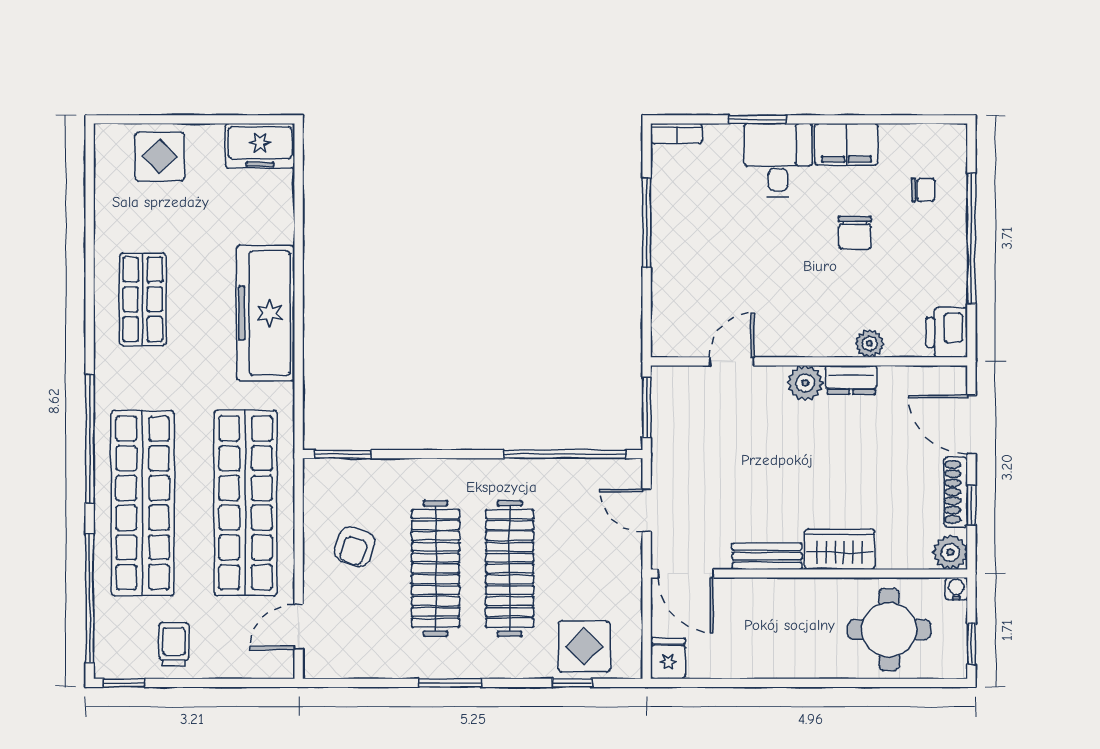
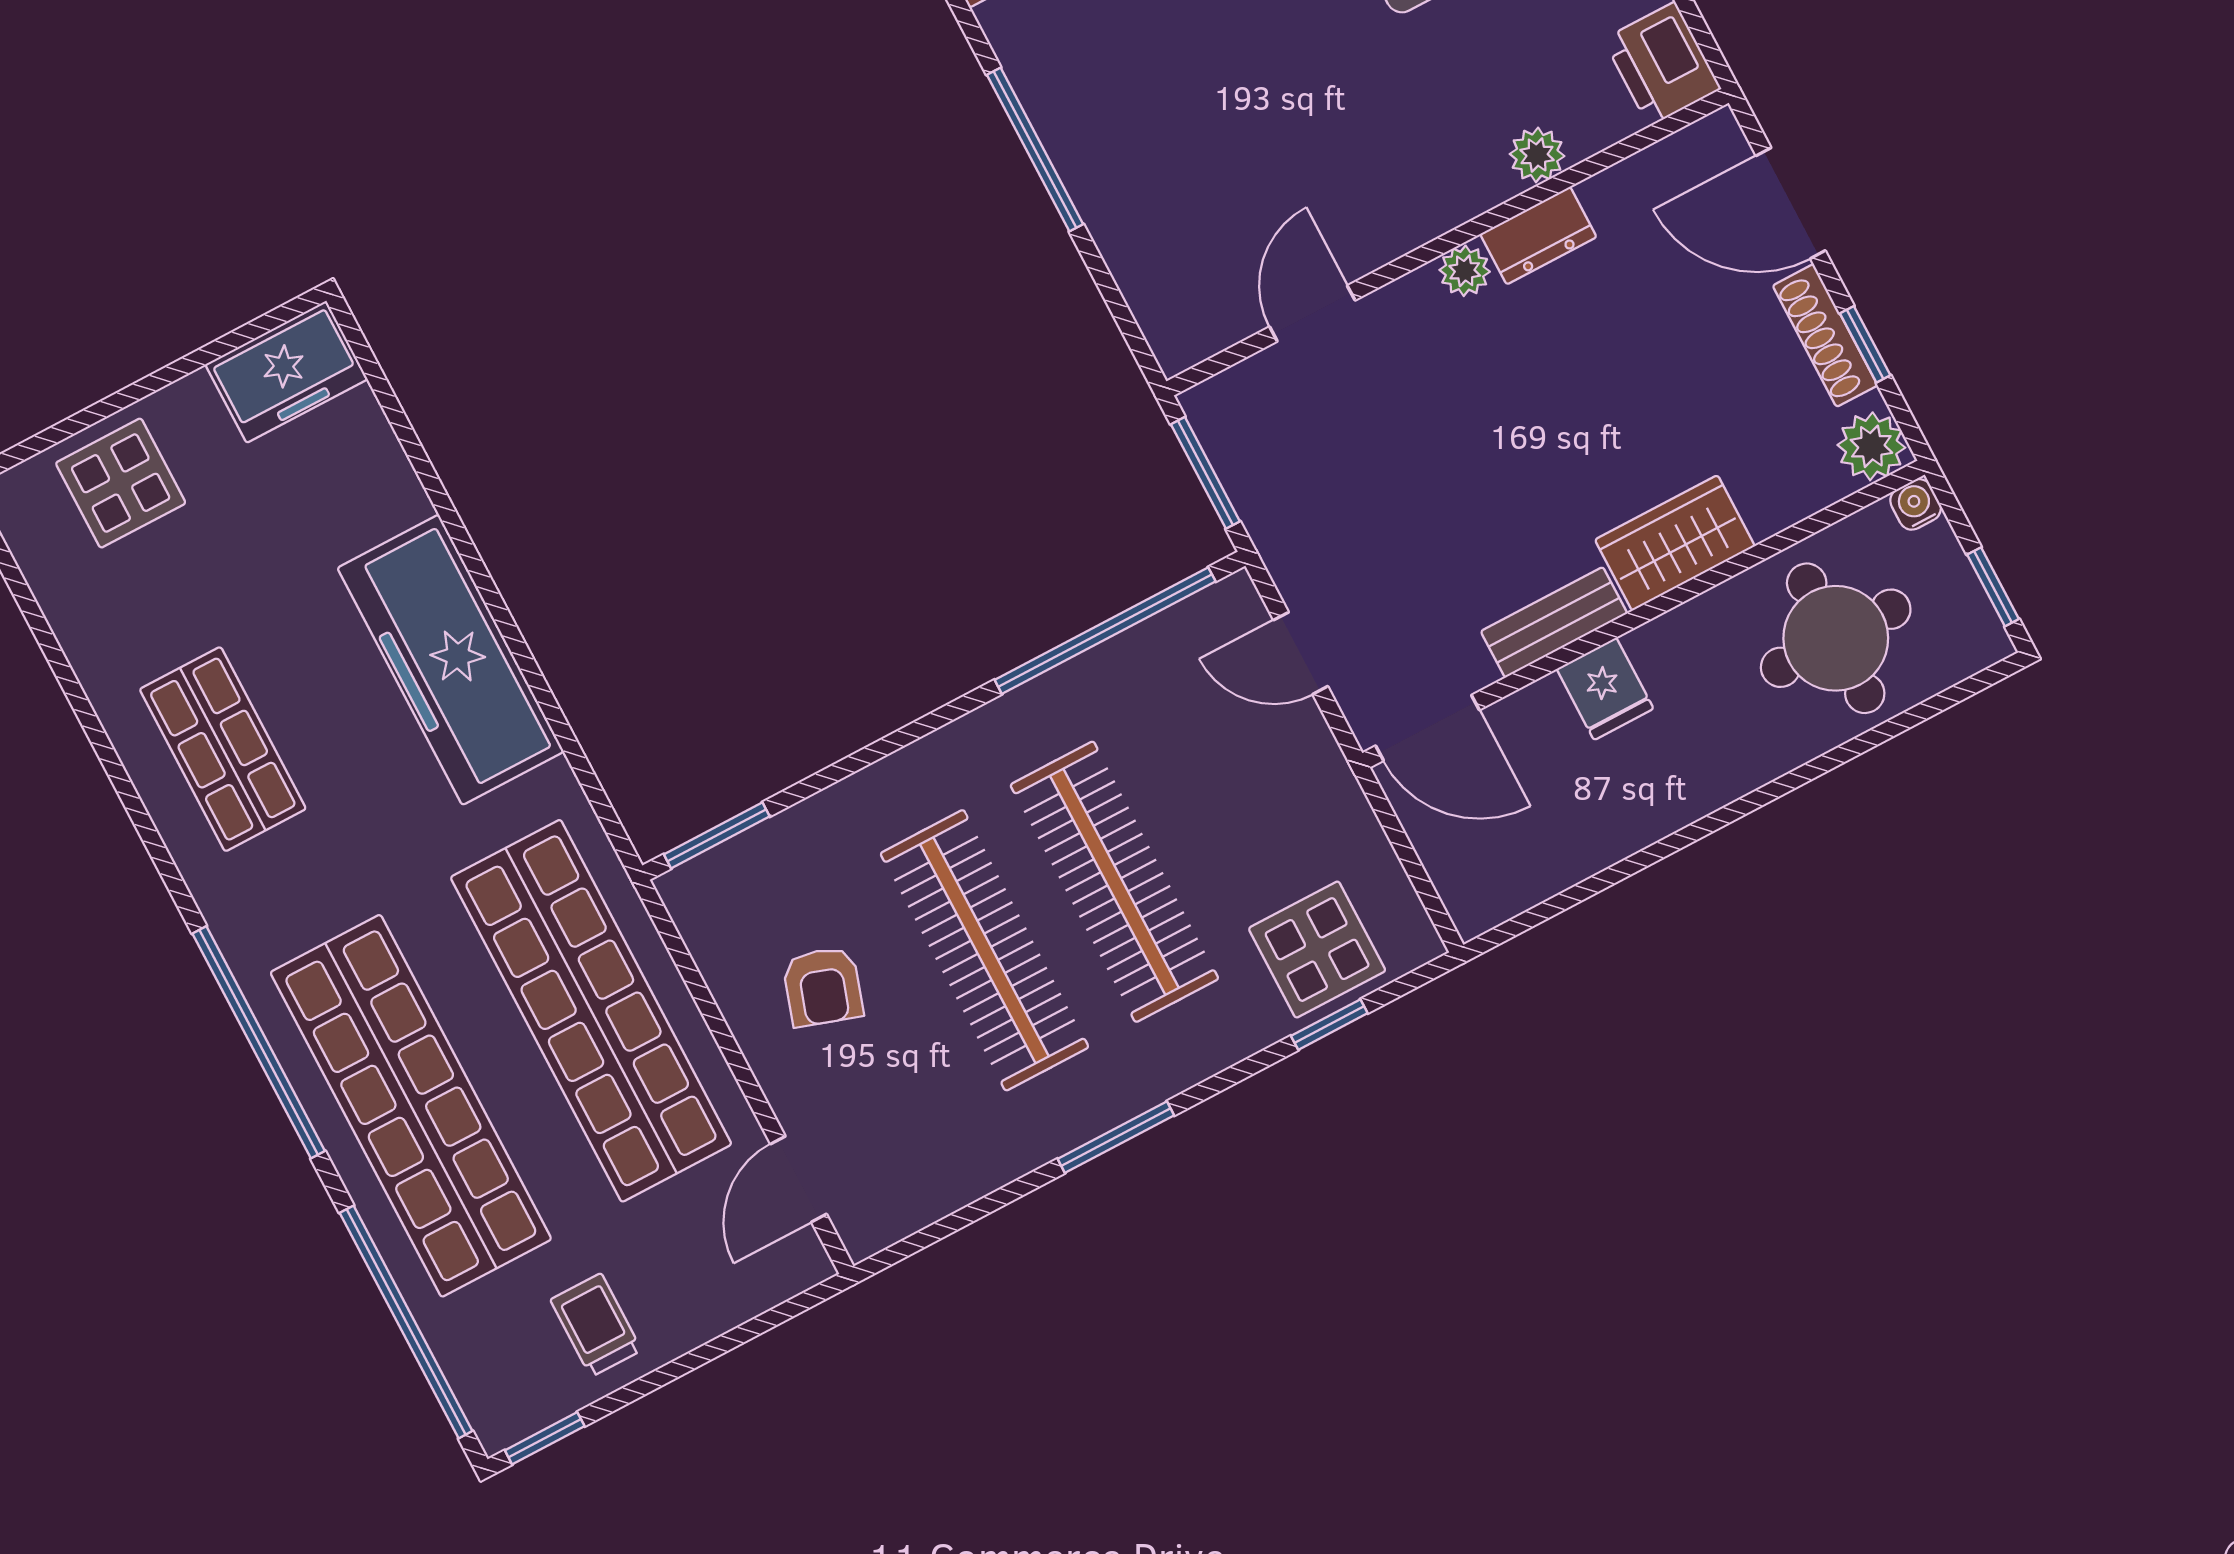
plant: (805, 383) -> (1465, 271), width x0.73, depth x0.73
fridge: (668, 659) -> (1605, 689), moved, turned 180

